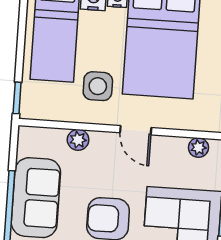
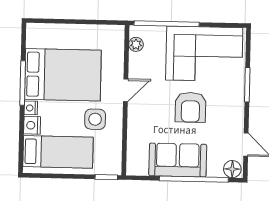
plant: (78, 140) -> (135, 132), removed

